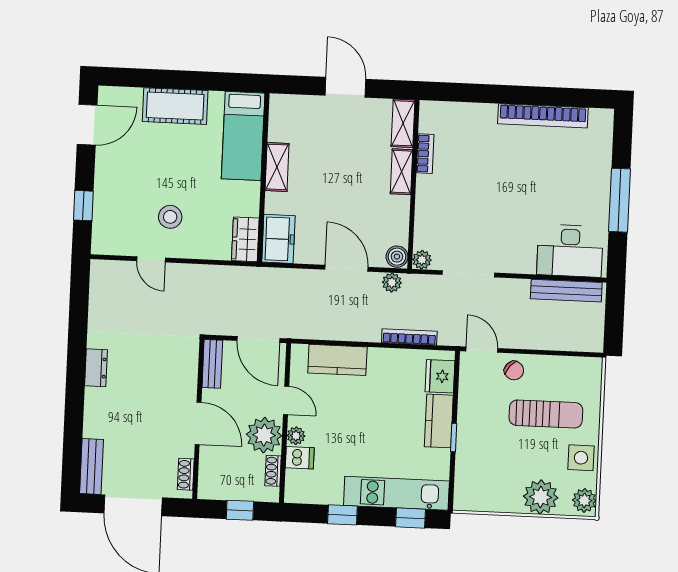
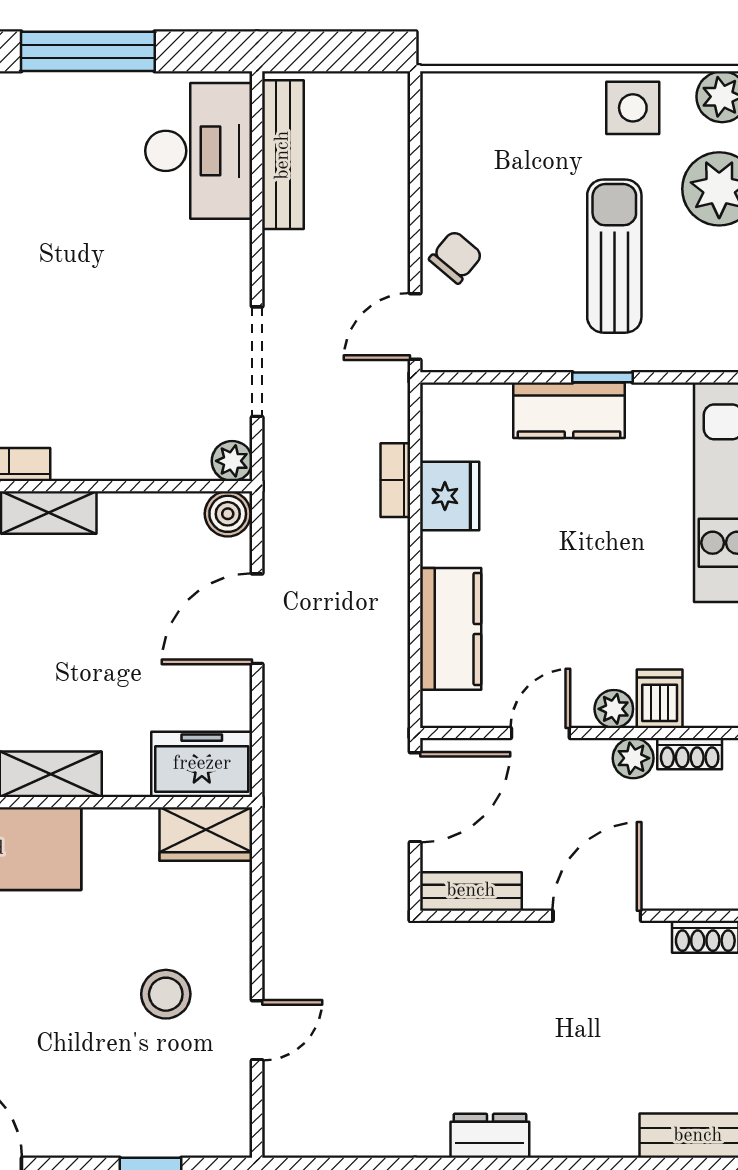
plant: (392, 283) -> (283, 522), removed
bookcase: (409, 337) -> (395, 480), width x0.64
fridge: (440, 376) -> (450, 496), moved, turned -90
sun lounger: (546, 414) -> (614, 256), moved
plant: (264, 435) -> (633, 758), width x0.53, depth x0.53

